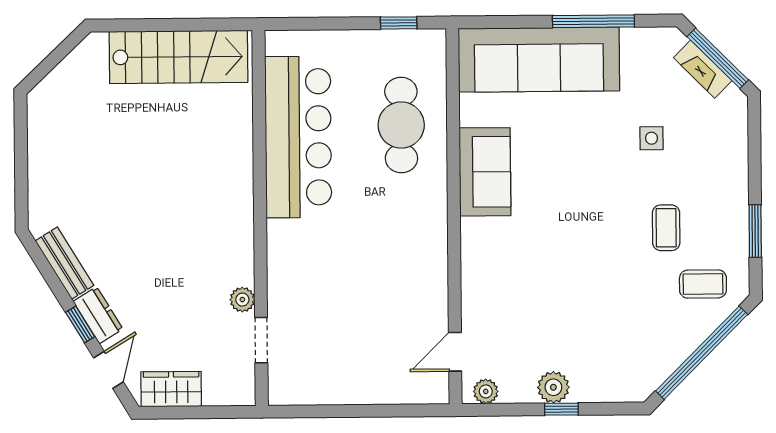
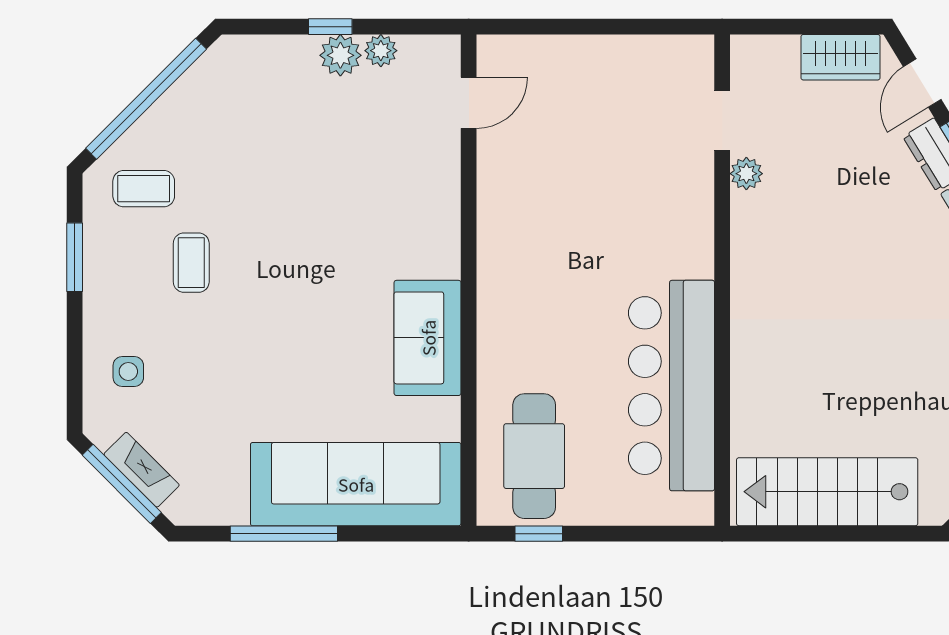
cafe table: (401, 125) -> (534, 456), moved
side table: (652, 138) -> (128, 371), moved
plant: (486, 391) -> (381, 51), moved

